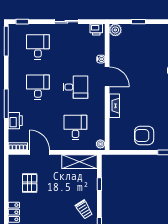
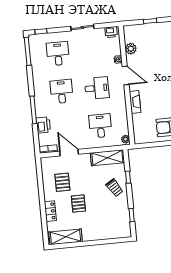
plant: (115, 30) -> (131, 49), moved
pallet: (44, 207) -> (78, 204), added
trolley: (84, 209) -> (114, 188), moved

